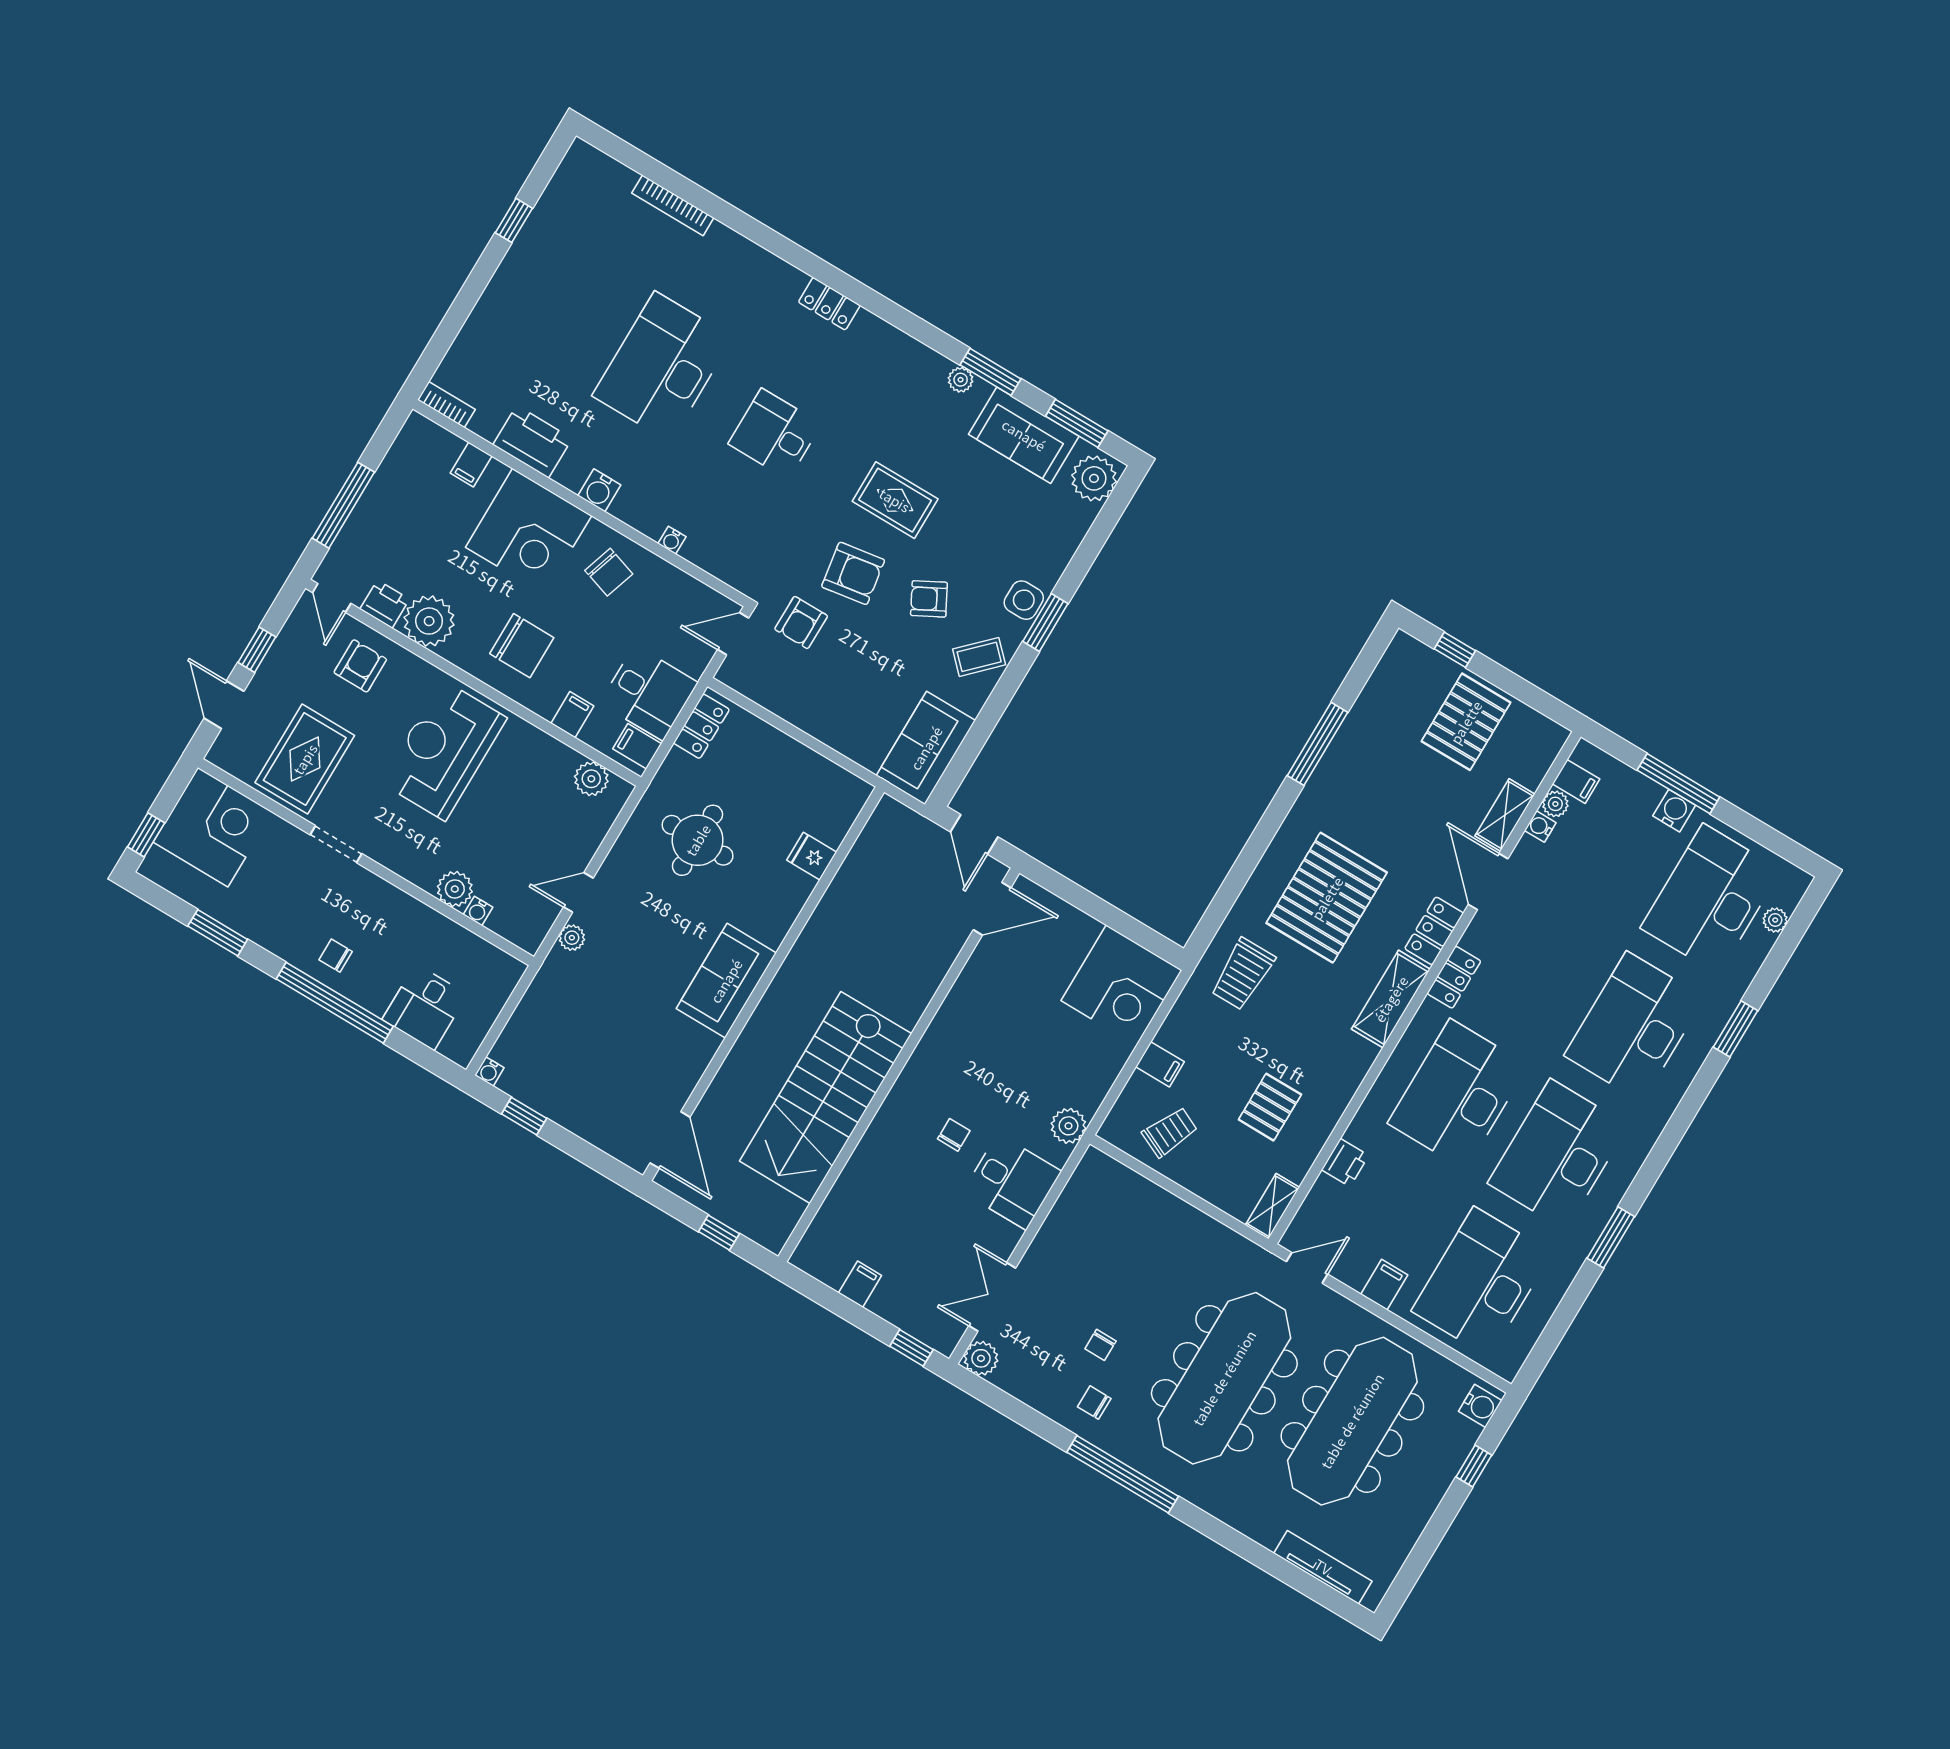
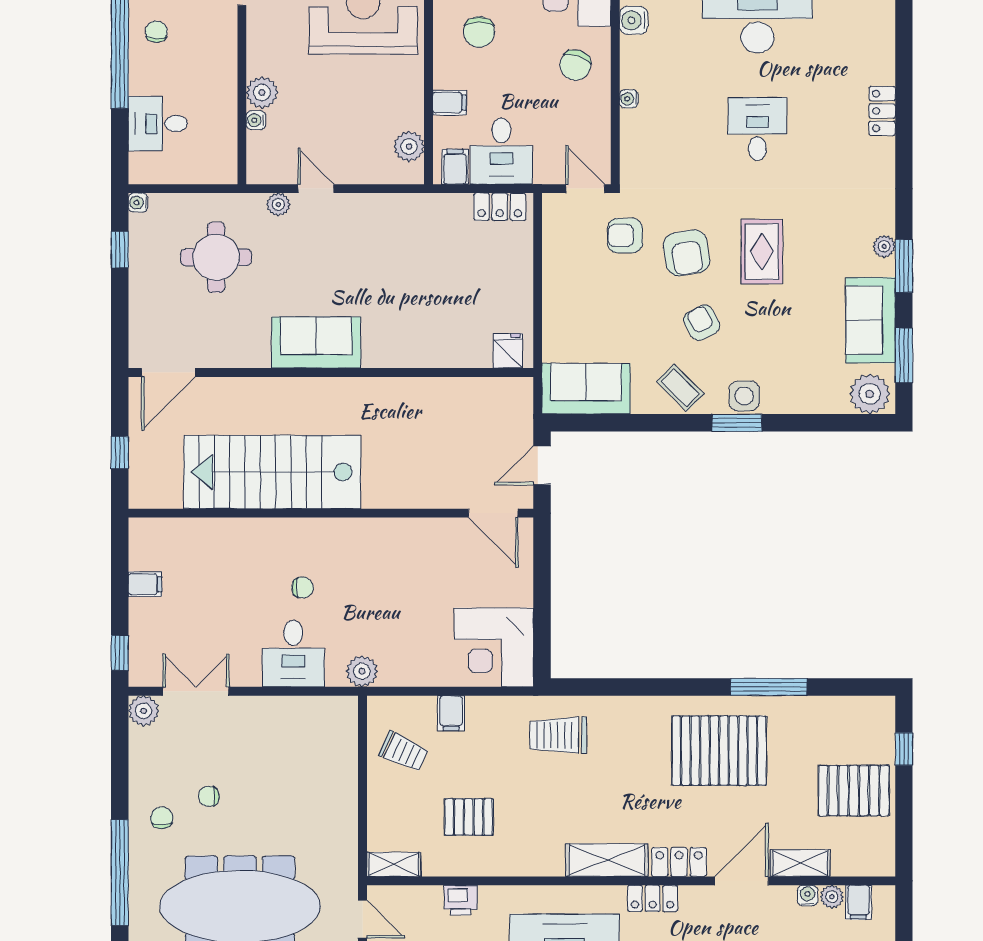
chair: (522, 646) -> (479, 32), width x0.73, depth x0.73
round table: (698, 840) -> (216, 257), moved
fridge: (812, 856) -> (508, 351), moved
pallet: (1327, 898) -> (719, 751), moved

